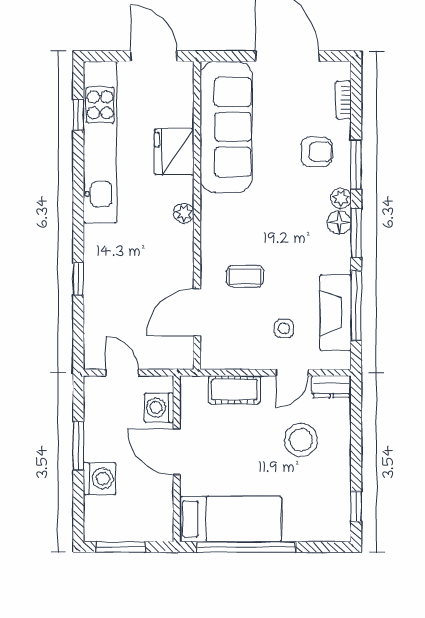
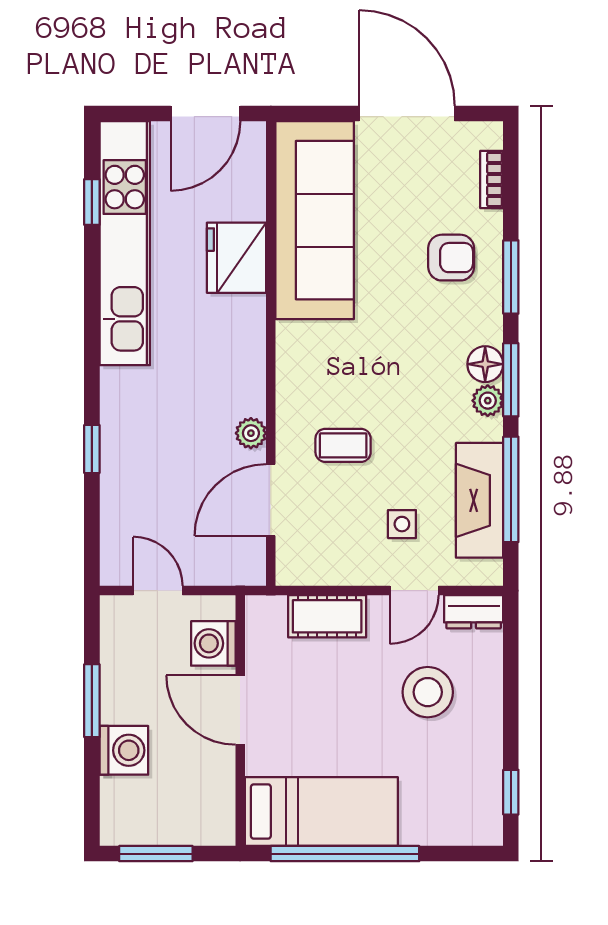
door: (154, 56) -> (205, 114), swing flipped
plant: (341, 198) -> (488, 401), moved
plant: (184, 213) -> (251, 433), moved

